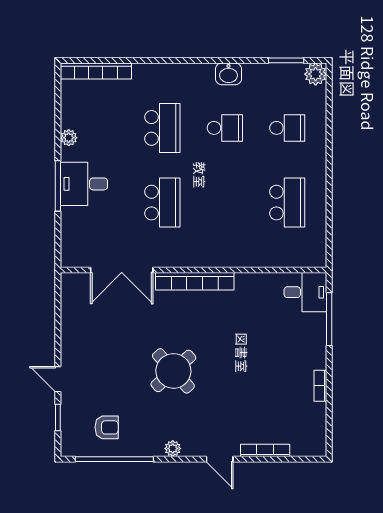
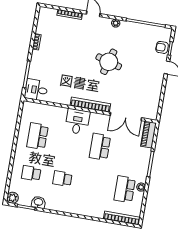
washbasin: (229, 74) -> (38, 202), moved
school desk: (162, 128) -> (125, 189), moved
desk: (84, 184) -> (77, 122), moved, turned -90
piano: (72, 242) -> (148, 135), added
double door: (122, 270) -> (126, 117), swing flipped
round table: (173, 371) -> (109, 62), turned -32
armchair: (107, 427) -> (162, 47), moved

